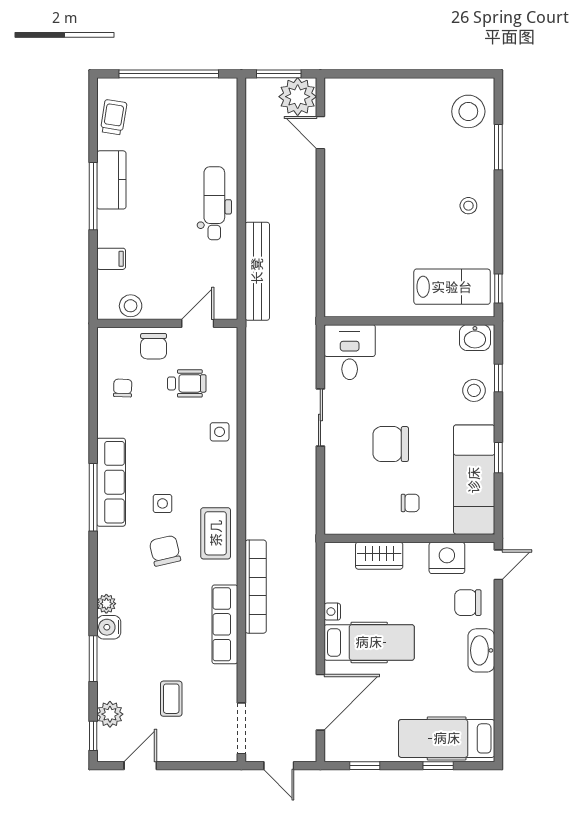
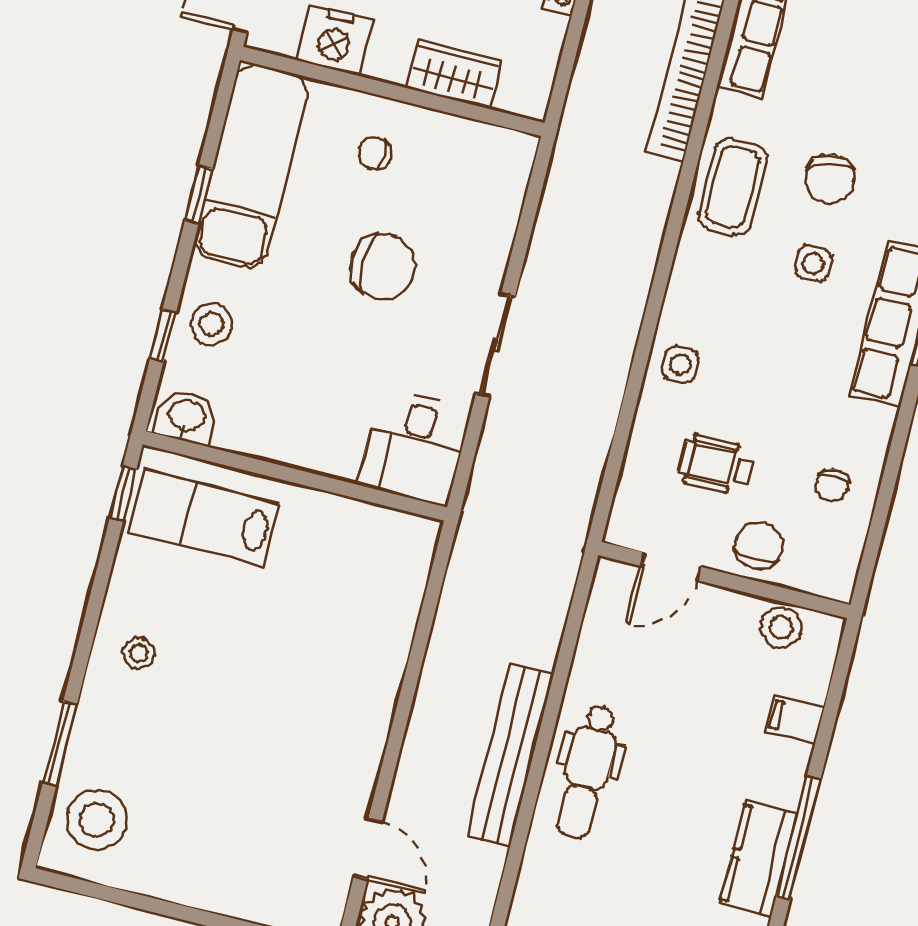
bench: (257, 271) -> (510, 755), moved

